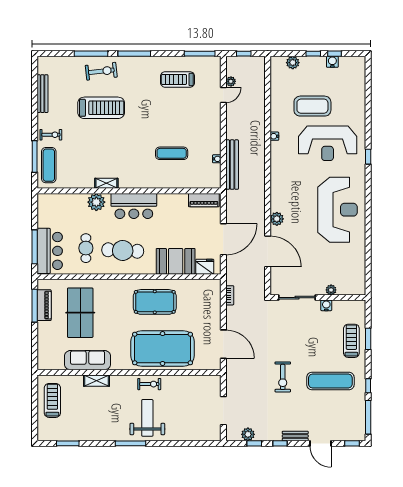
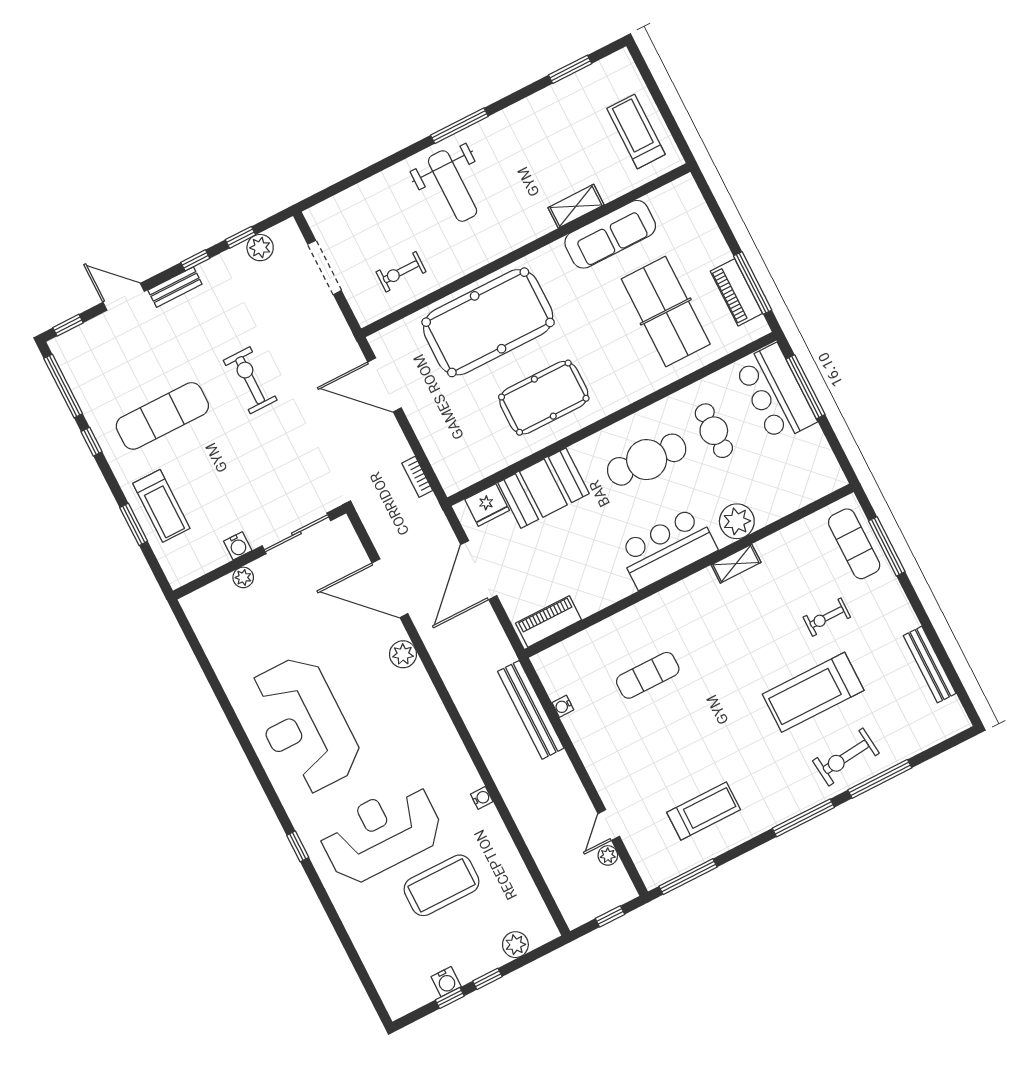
exercise bike: (51, 135) -> (827, 617), moved
exercise bike: (149, 384) -> (401, 272), moved
treadmill: (52, 400) -> (636, 131), turned 180

